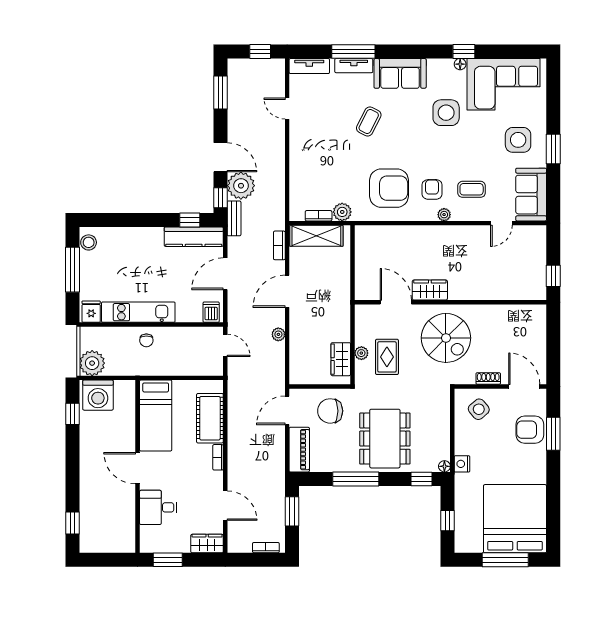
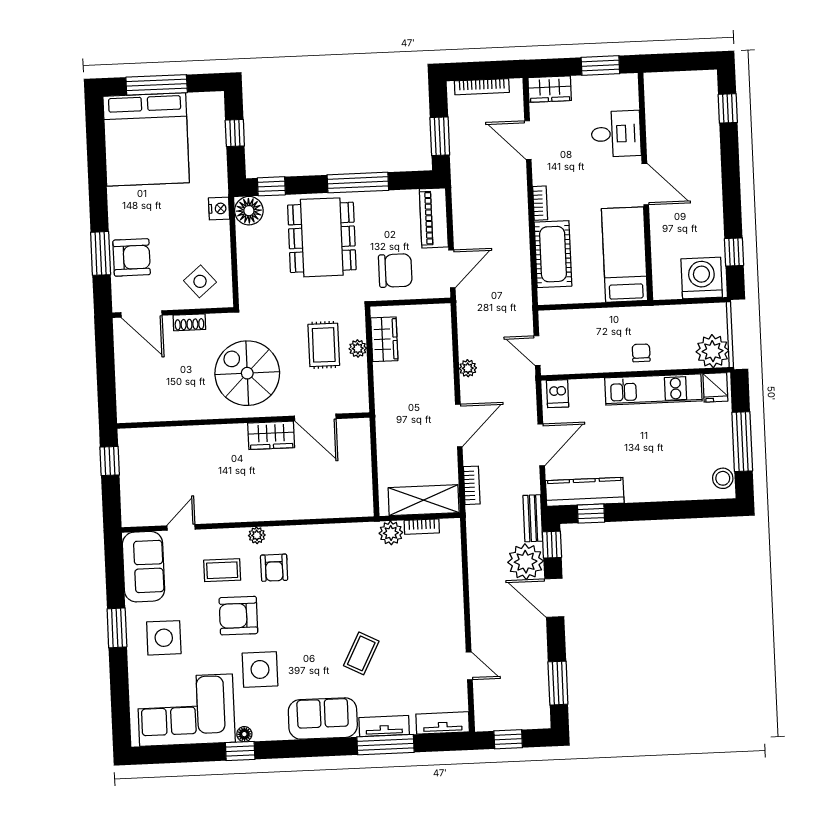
armchair: (389, 188) -> (238, 616), moved, width x0.73, depth x0.73
plant: (92, 363) -> (713, 351), moved
floor lamp: (444, 466) -> (249, 211), width x1.89, depth x1.89
bookcase: (266, 548) -> (482, 87), width x1.56

